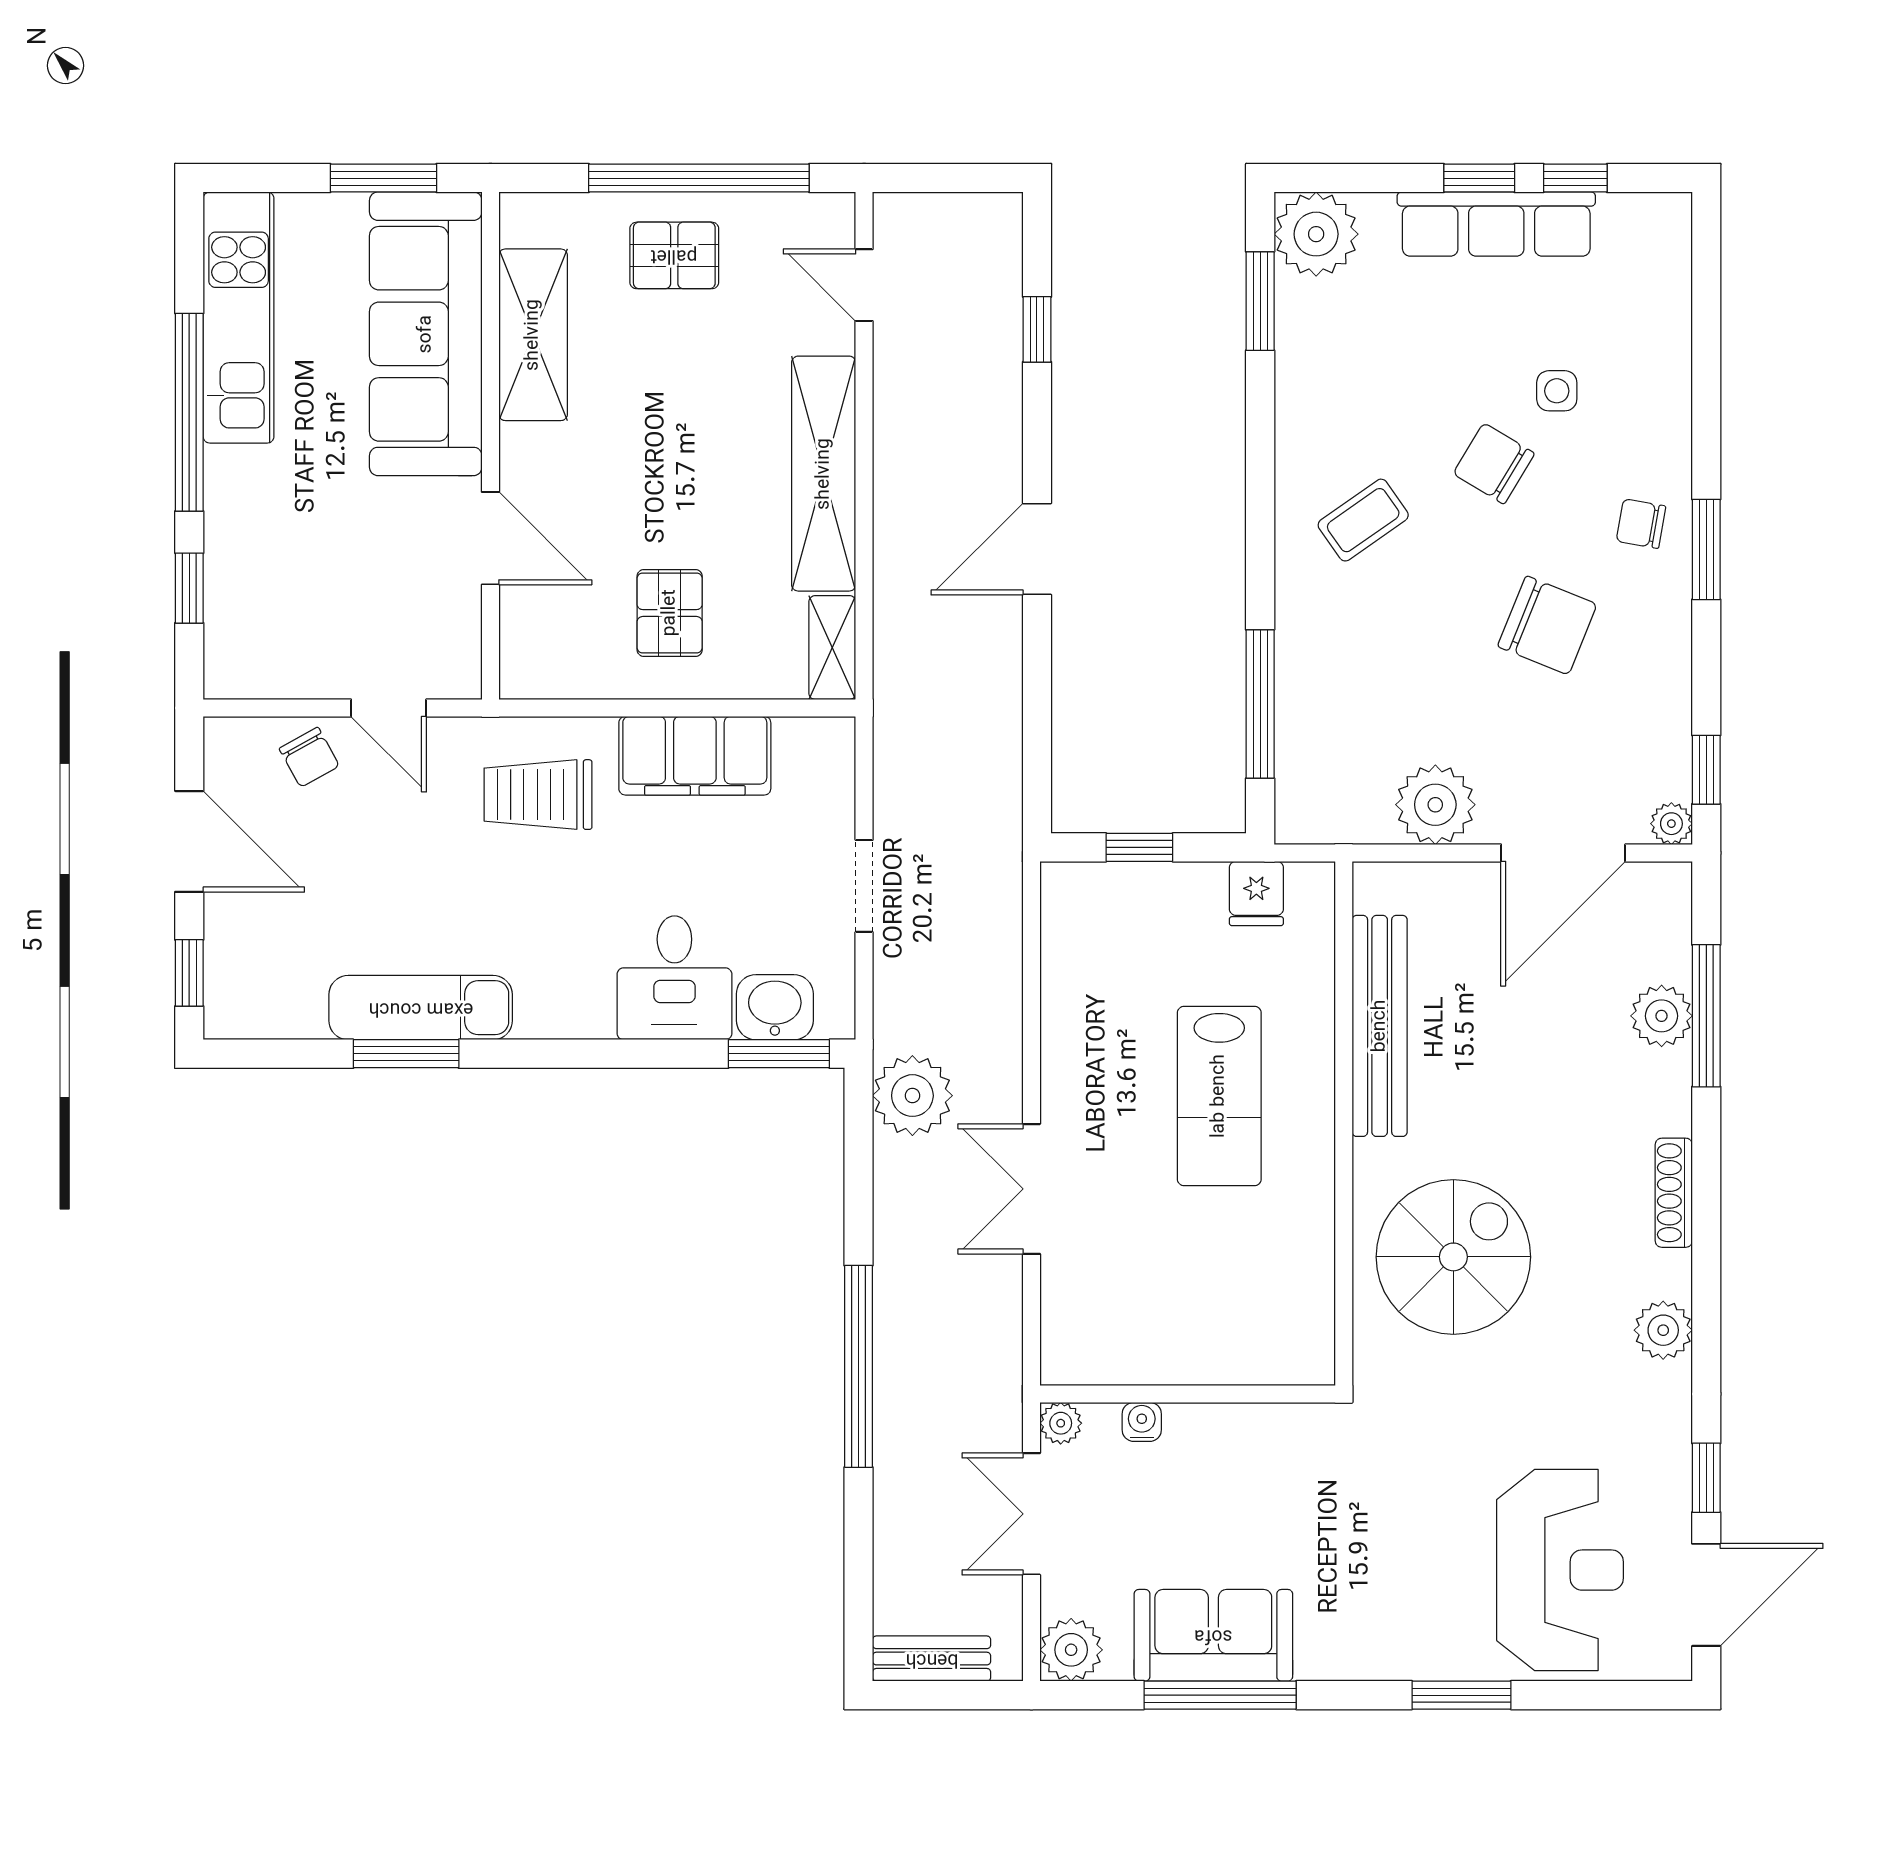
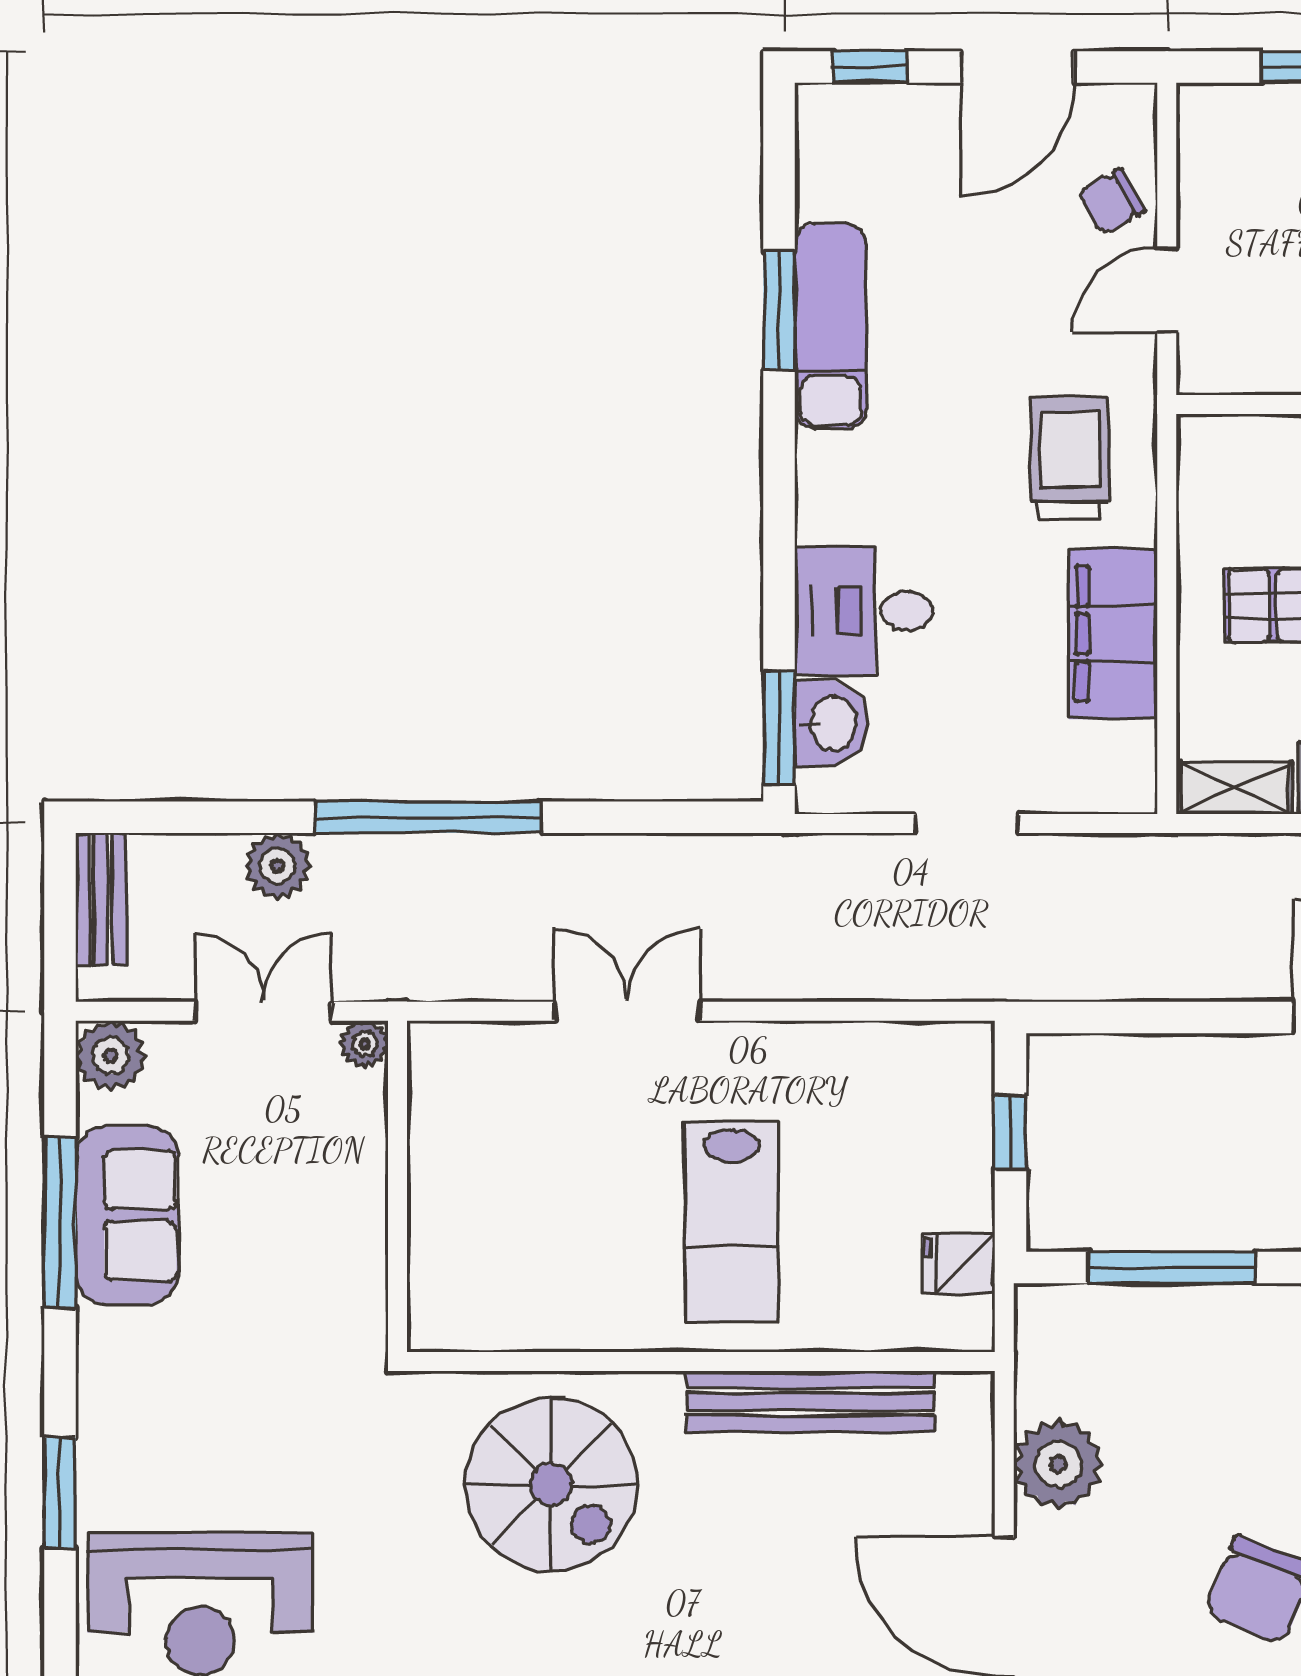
plant: (912, 1096) -> (278, 866), moved, width x0.73, depth x0.73
lab bench: (1219, 1096) -> (732, 1222), turned -90
water cooler: (1142, 1422) -> (366, 1135), removed

